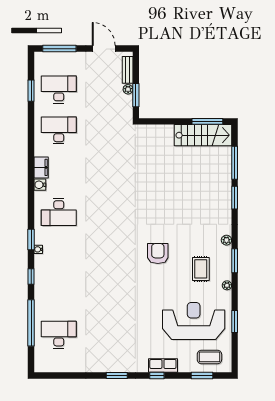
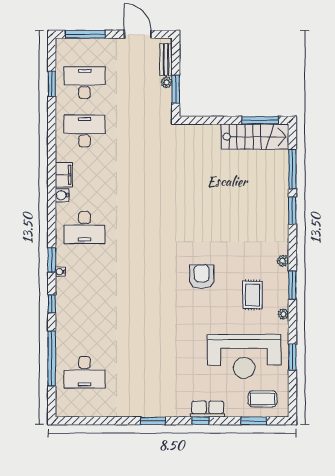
reception desk: (194, 321) -> (244, 356), turned 180
desk: (59, 335) -> (84, 372), turned 180

